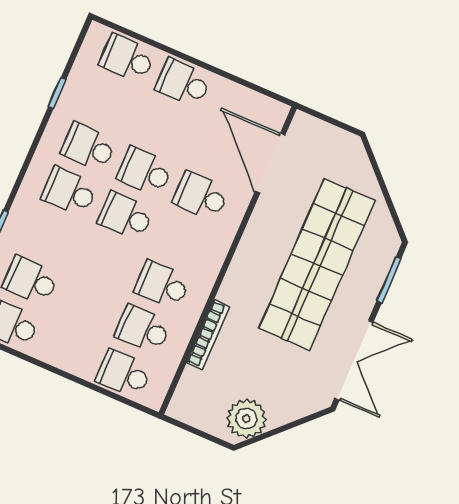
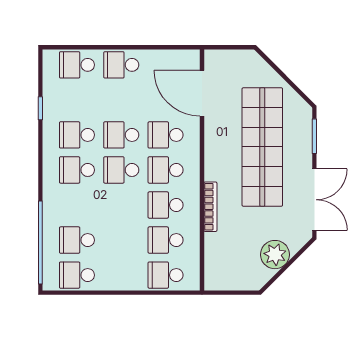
school desk: (182, 240) -> (166, 170), added
bookcase: (208, 335) -> (210, 207), moved
plant: (246, 419) -> (275, 255), moved

